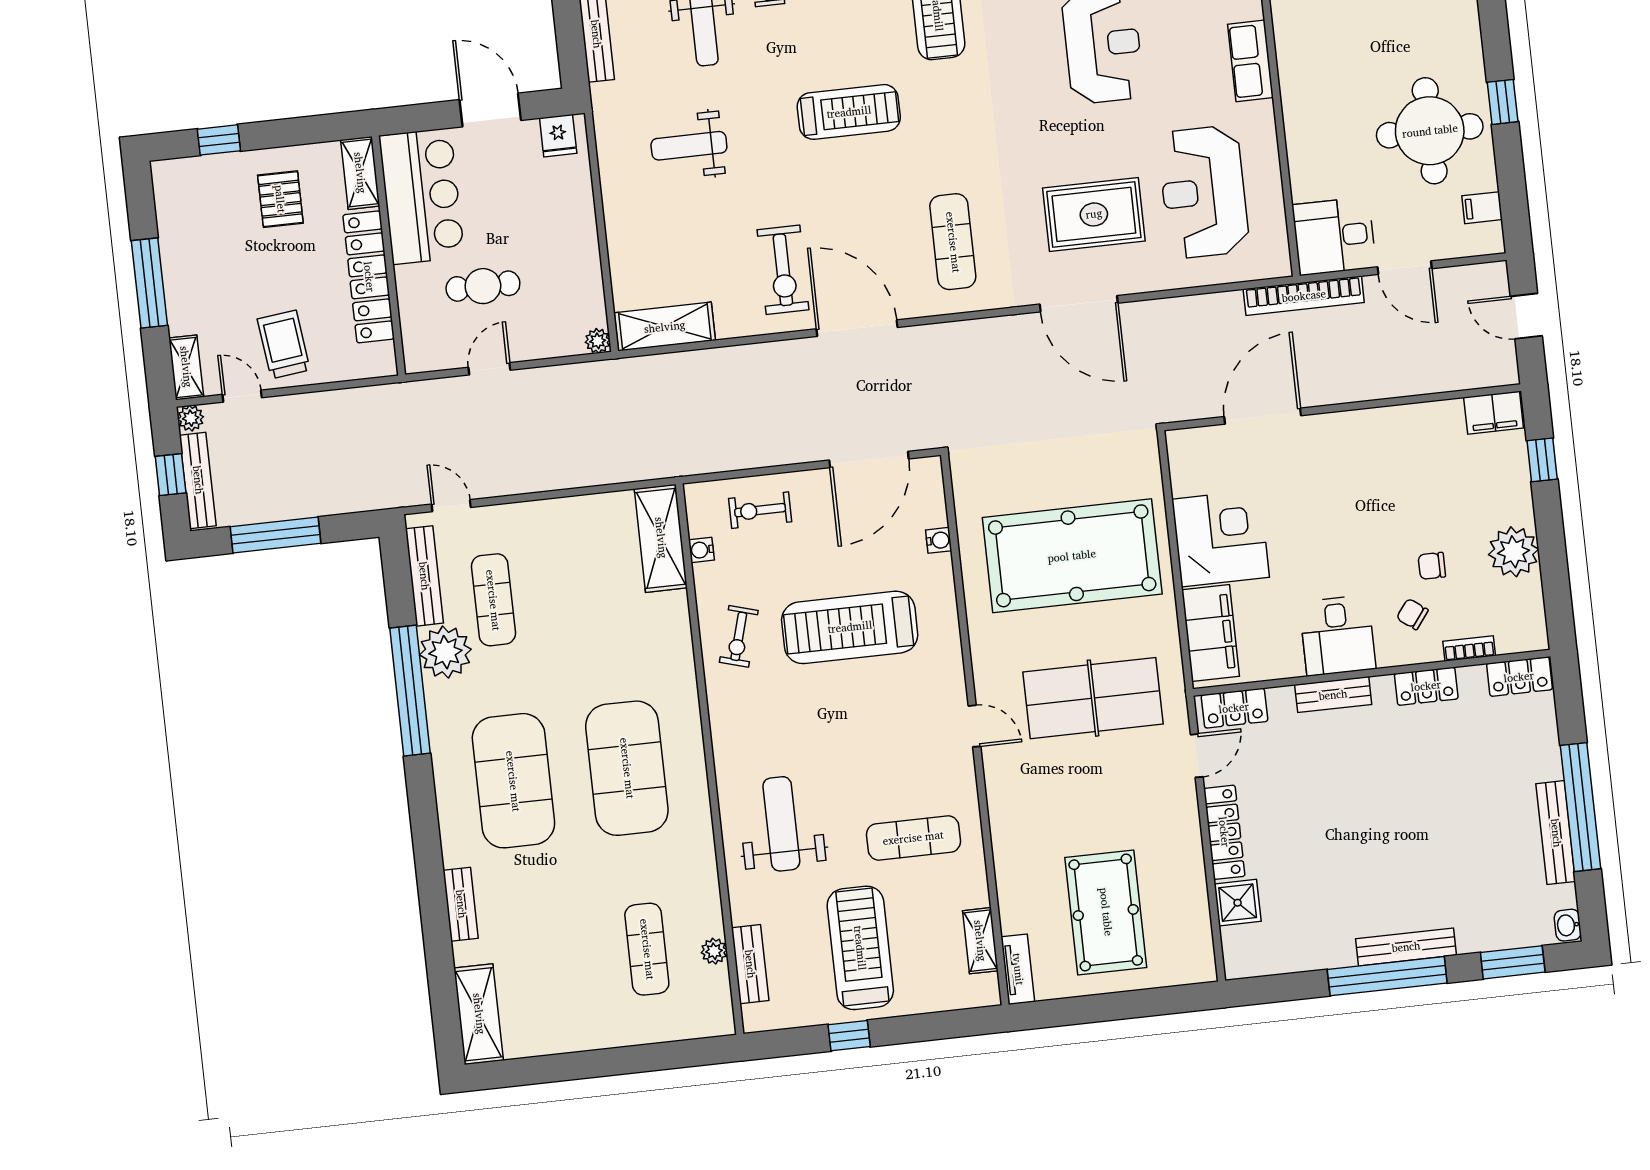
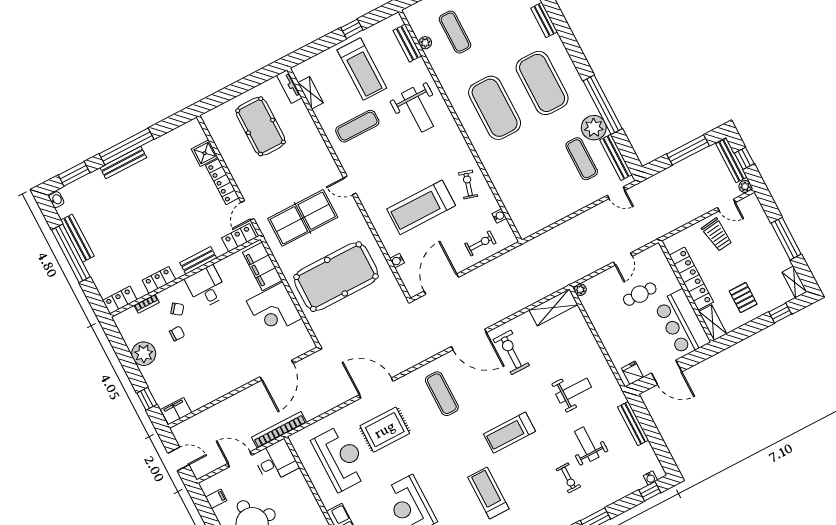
shelving: (186, 367) -> (794, 282), moved
shelving: (661, 538) -> (519, 214), removed
treadmill: (850, 627) -> (421, 207), turned 180

